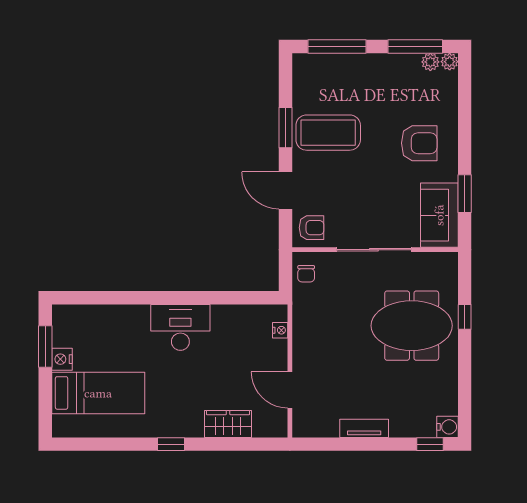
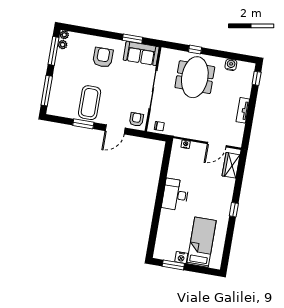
wardrobe: (228, 424) -> (231, 165), moved
water cooler: (447, 427) -> (231, 65), moved

